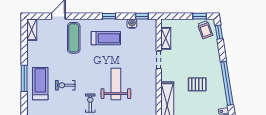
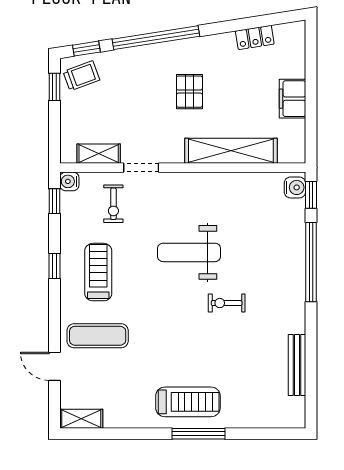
water cooler: (132, 24) -> (69, 181), moved
window: (24, 78) -> (198, 434), moved
window: (227, 83) -> (156, 38), moved
treadmill: (40, 84) -> (188, 402), turned 180
exercise bike: (65, 85) -> (113, 204), moved

